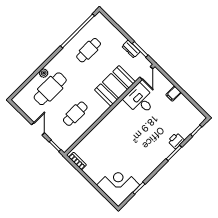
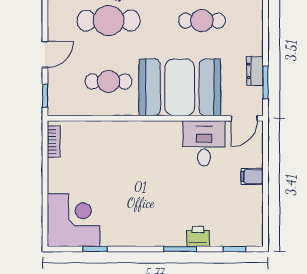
booth: (115, 86) -> (180, 87), width x1.36, depth x1.42

